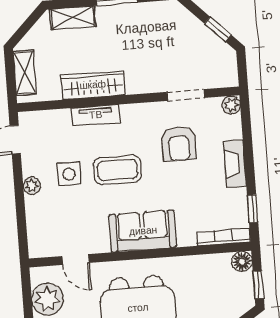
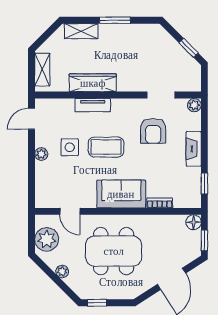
bookcase: (223, 237) -> (160, 203), moved, width x0.64

